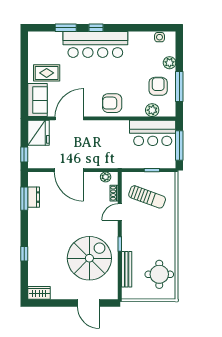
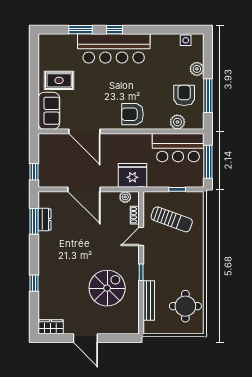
door: (69, 118) -> (84, 131), swing flipped
fridge: (38, 133) -> (132, 175), moved, turned -90
spiral stairs: (89, 258) -> (107, 288), width x0.73, depth x0.73
door: (88, 303) -> (85, 338), moved

